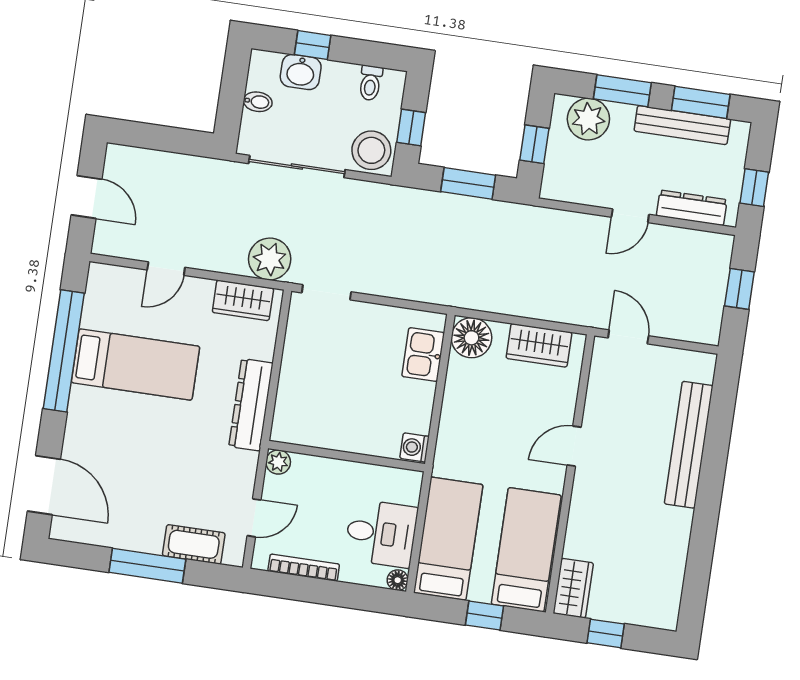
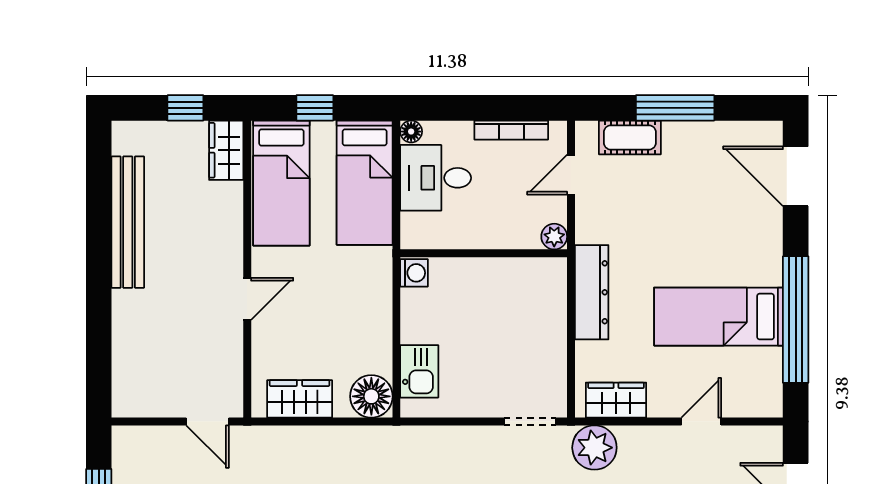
bench: (689, 445) -> (128, 222), moved

